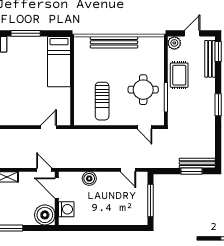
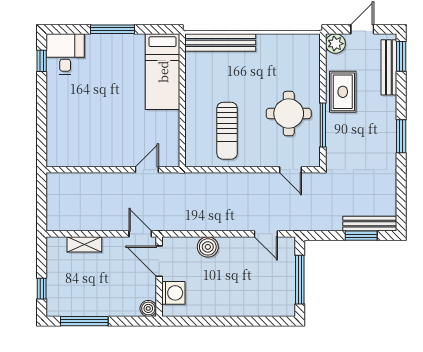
bench: (114, 42) -> (220, 42), moved
boiler: (45, 215) -> (148, 308), width x0.54, depth x0.54

